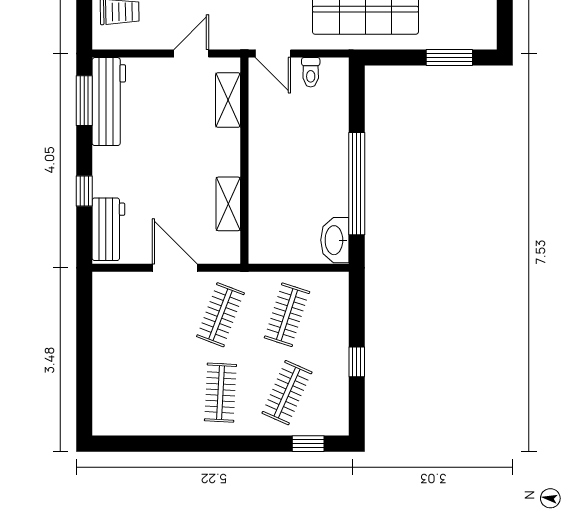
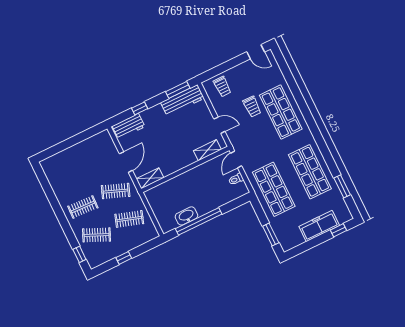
shelving: (228, 204) -> (150, 178), moved
washbasin: (335, 240) -> (186, 216), moved

